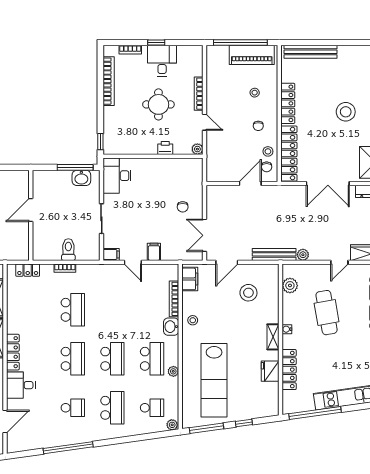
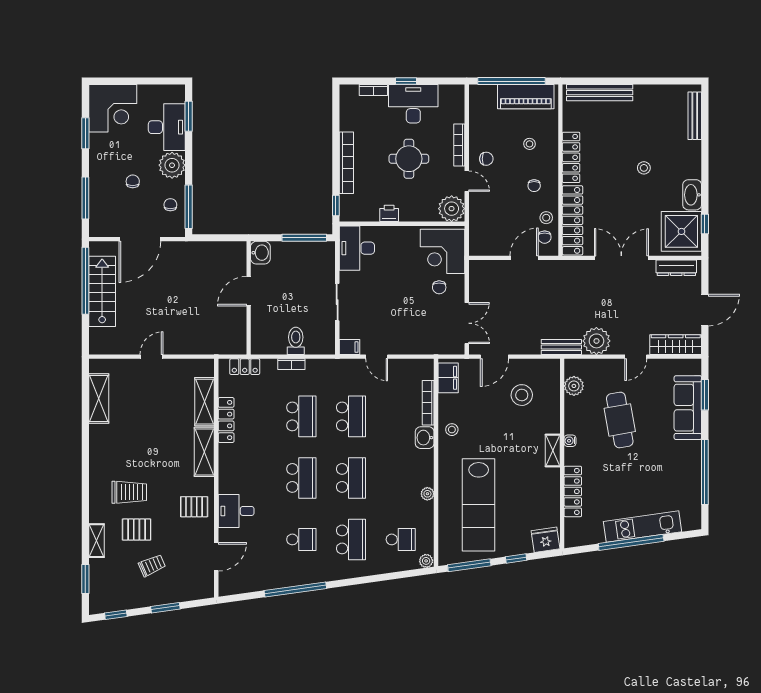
desk: (162, 61) -> (413, 104), width x1.37
bookcase: (109, 81) -> (346, 163), moved
chair: (220, 104) -> (486, 159), added
stool: (346, 112) -> (644, 168), width x0.53, depth x0.53
printer: (165, 148) -> (389, 213), moved
plant: (197, 149) -> (452, 209), width x1.88, depth x1.88
washbasin: (81, 178) -> (260, 253), moved, turned -90
corner desk: (185, 178) -> (443, 251), added
double door: (328, 183) -> (621, 258), swing flipped
double door: (205, 235) -> (467, 323), swing flipped
filing cabinet: (154, 252) -> (403, 344), removed
bench: (274, 254) -> (561, 347), width x0.73
plant: (303, 255) -> (596, 341), width x1.87, depth x1.87
locker: (13, 352) -> (226, 420), moved
school desk: (152, 359) -> (351, 416), moved
fridge: (270, 371) -> (545, 540), moved, turned 82
window: (315, 413) -> (631, 542), moved

